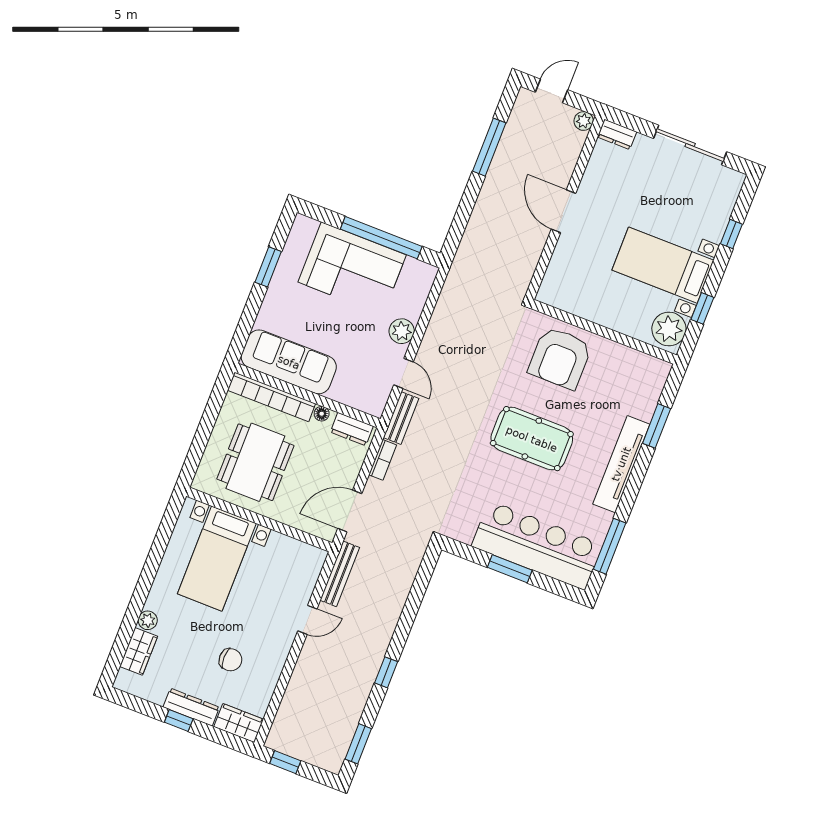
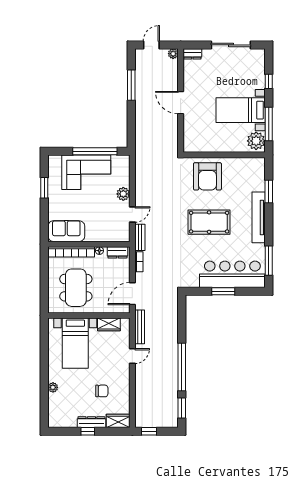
window: (702, 308) -> (269, 124), width x2.17
sofa: (289, 362) -> (66, 231), width x0.73
door: (403, 373) -> (132, 215), hinge flipped
wardrobe: (139, 651) -> (109, 324), moved, turned 90
window: (386, 672) -> (182, 367), width x3.17

